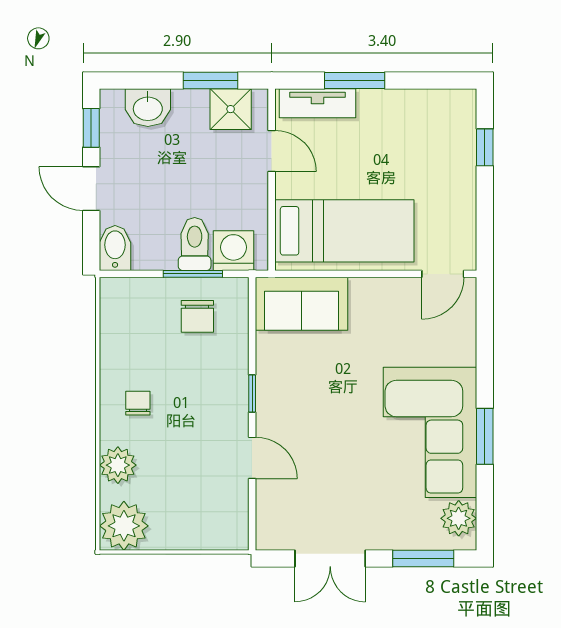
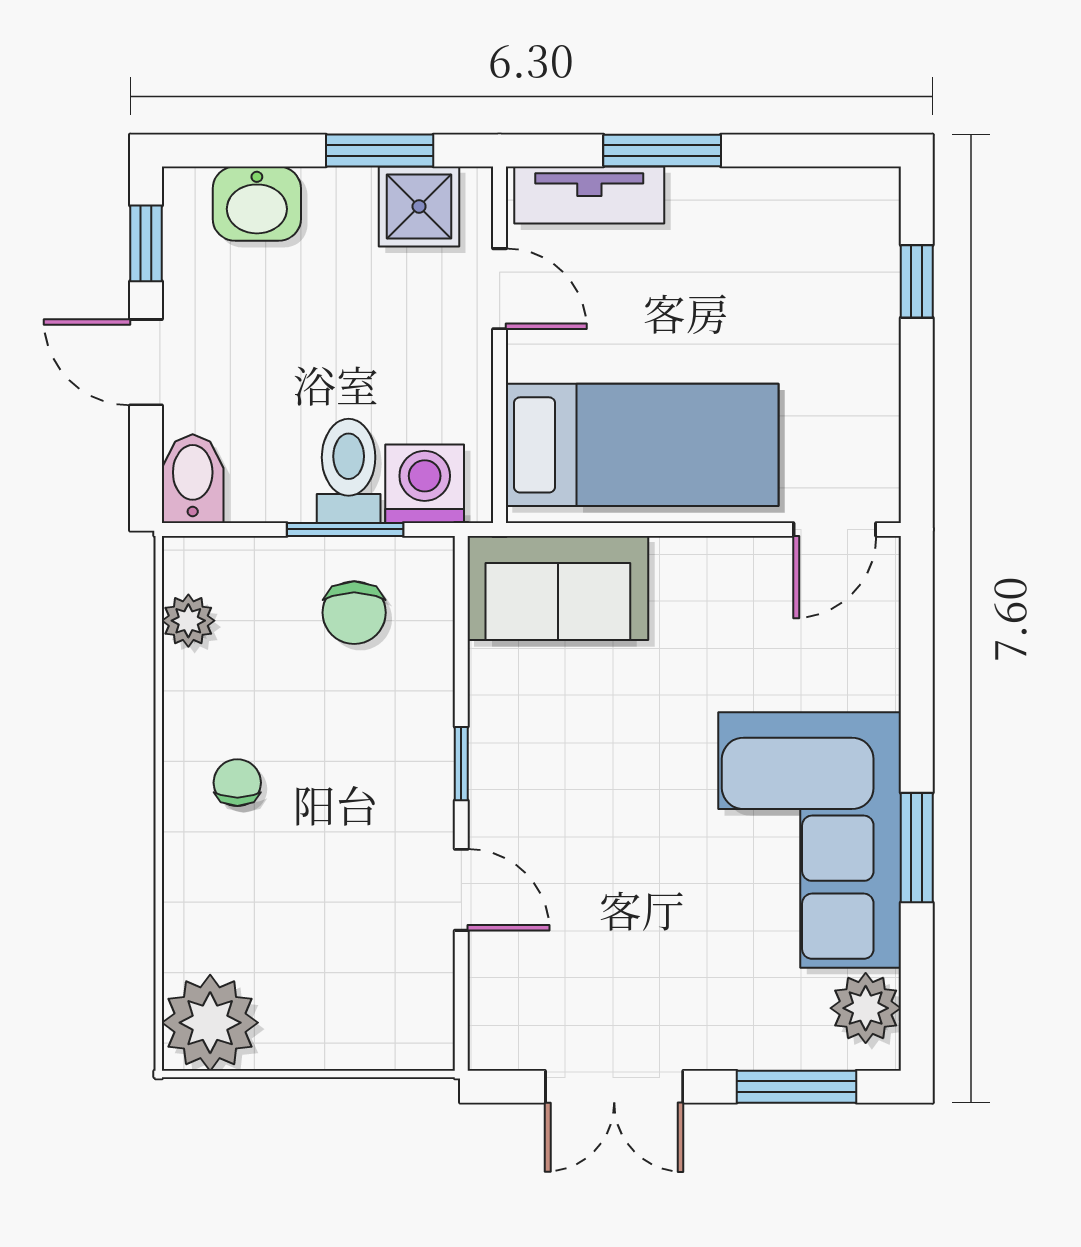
plant: (118, 465) -> (188, 621), moved, width x0.73, depth x0.73

